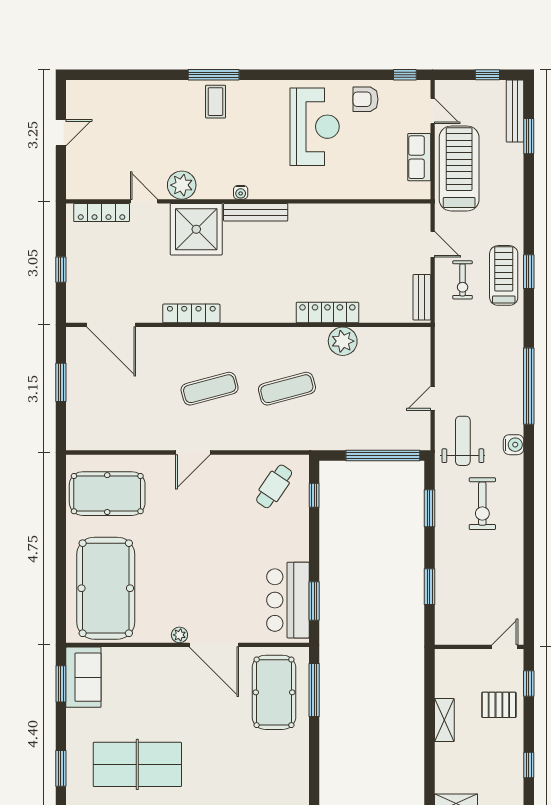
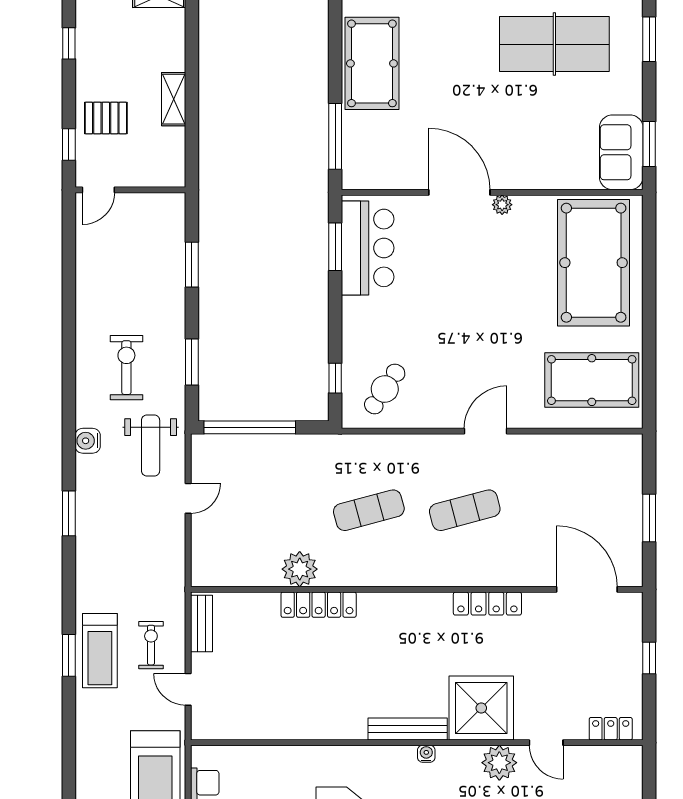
locker: (102, 213) -> (611, 729), width x0.66
window: (529, 386) -> (69, 513), width x0.47
pool table: (274, 692) -> (372, 63), moved

